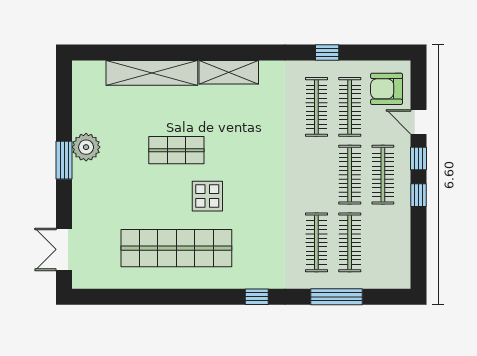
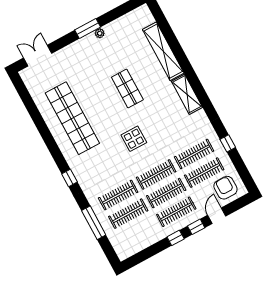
plant: (86, 147) -> (100, 33), width x0.53, depth x0.53
clothes rail: (316, 175) -> (156, 174), added
display table: (207, 196) -> (134, 139), moved

